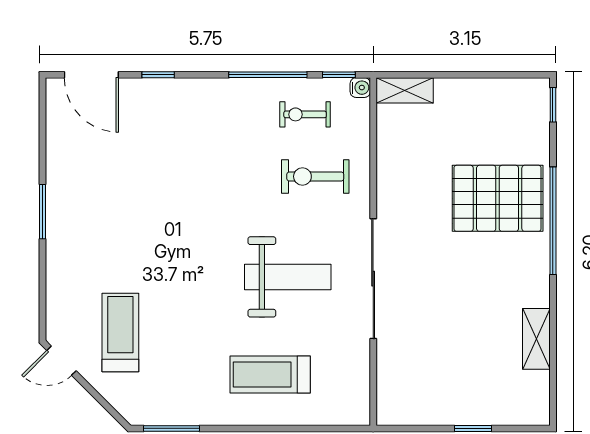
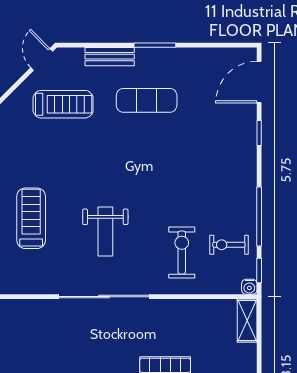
exercise bike: (305, 114) -> (229, 245), turned -90
exercise mat: (115, 223) -> (147, 100), added
bench: (58, 271) -> (110, 57), added
weight bench: (288, 277) -> (105, 232), width x0.73, depth x0.75

